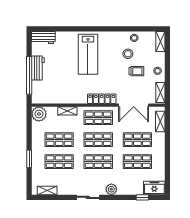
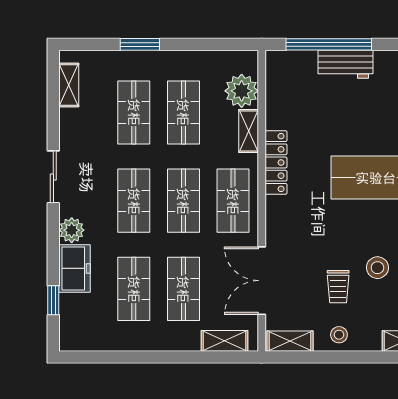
locker: (102, 99) -> (276, 163), moved
plant: (39, 114) -> (242, 91), moved
freezer: (154, 188) -> (75, 268), moved

